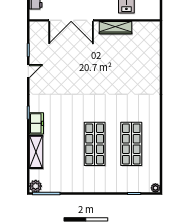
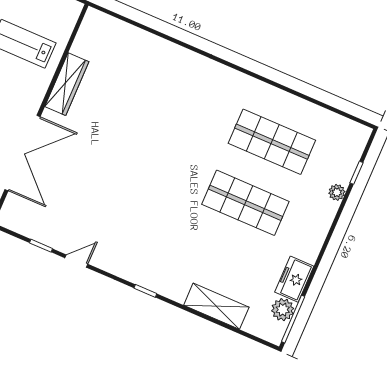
door: (28, 71) -> (76, 261), hinge flipped
freezer: (36, 123) -> (294, 279), moved, turned -90
plant: (36, 186) -> (283, 310), moved
plant: (155, 188) -> (337, 192), moved

